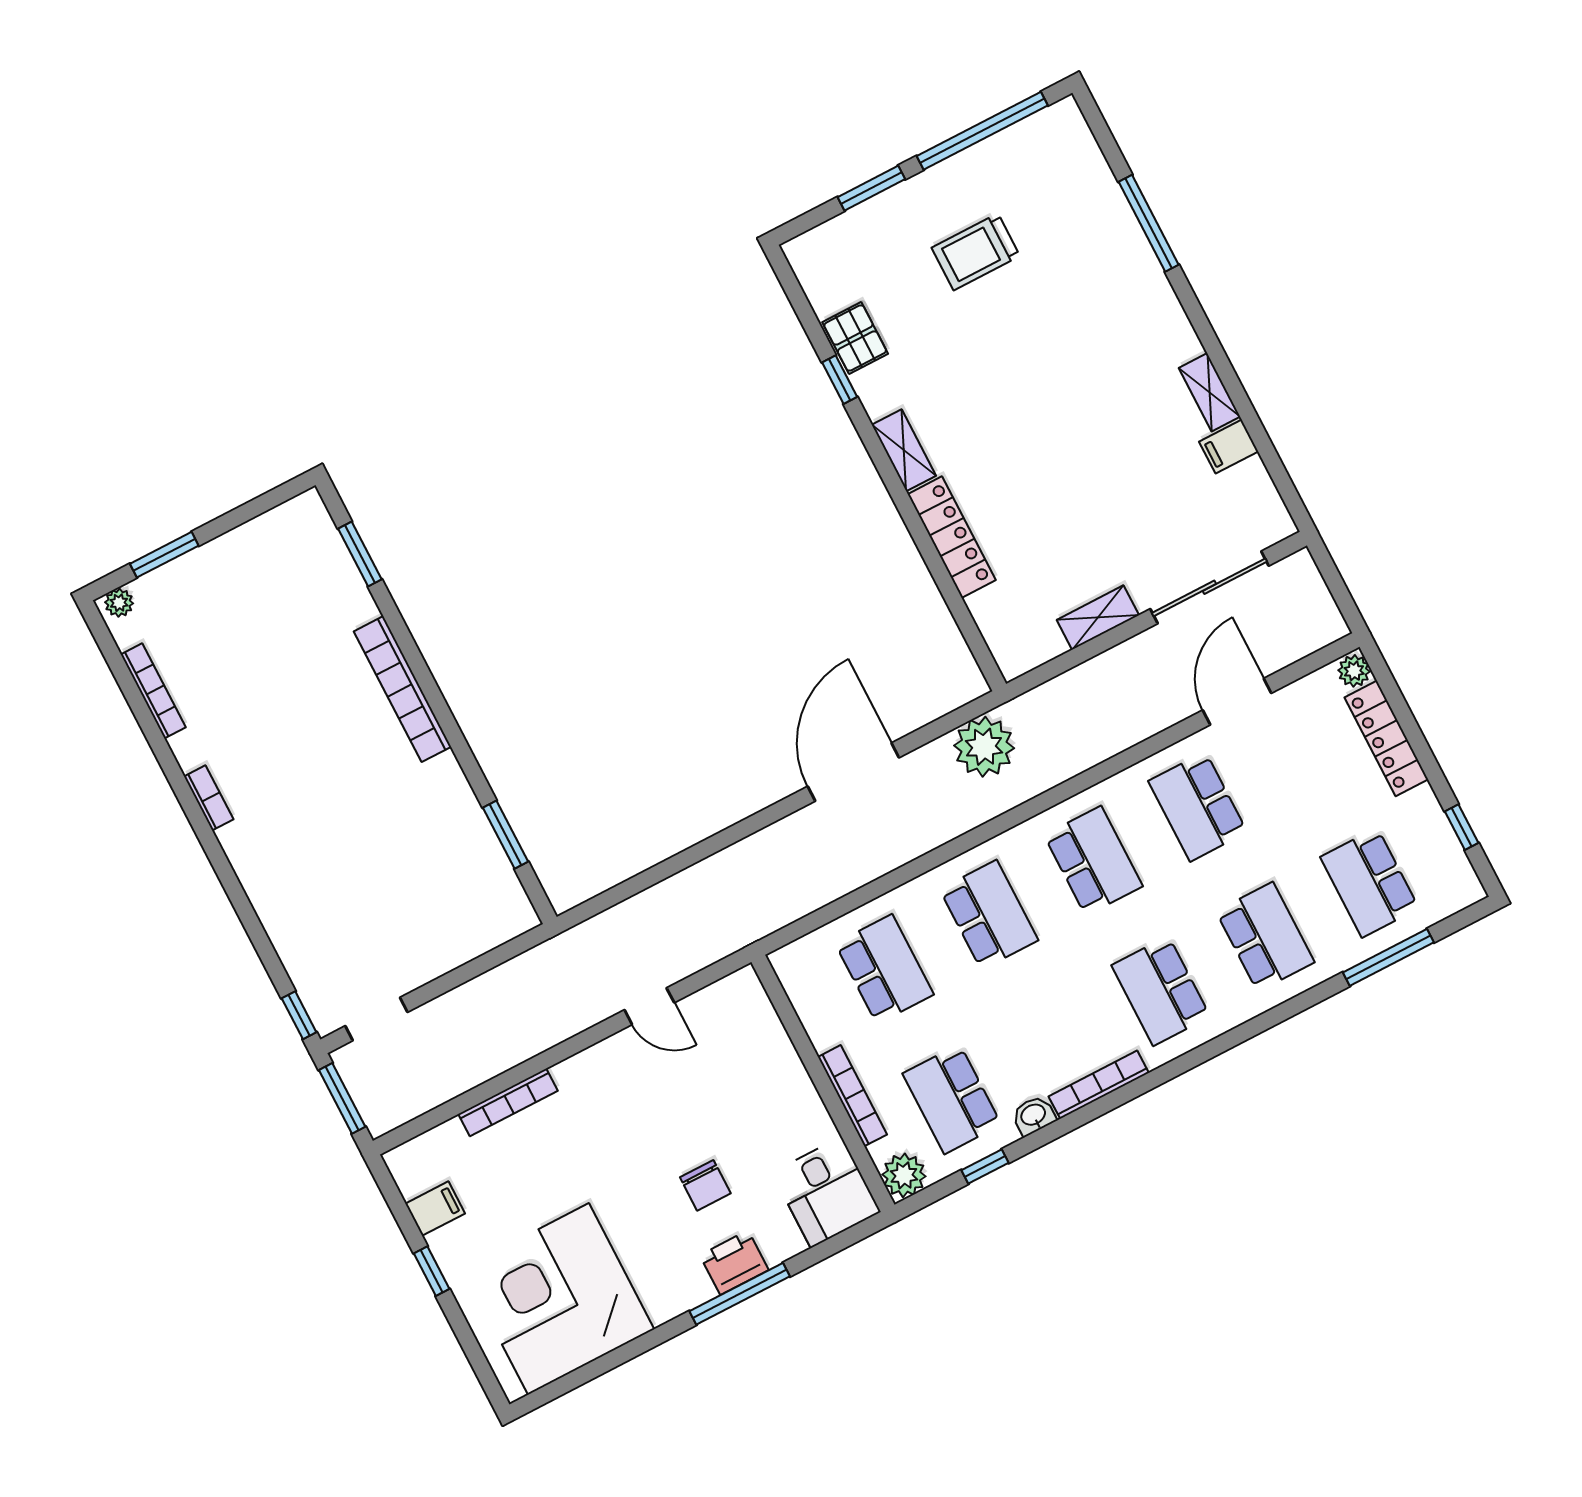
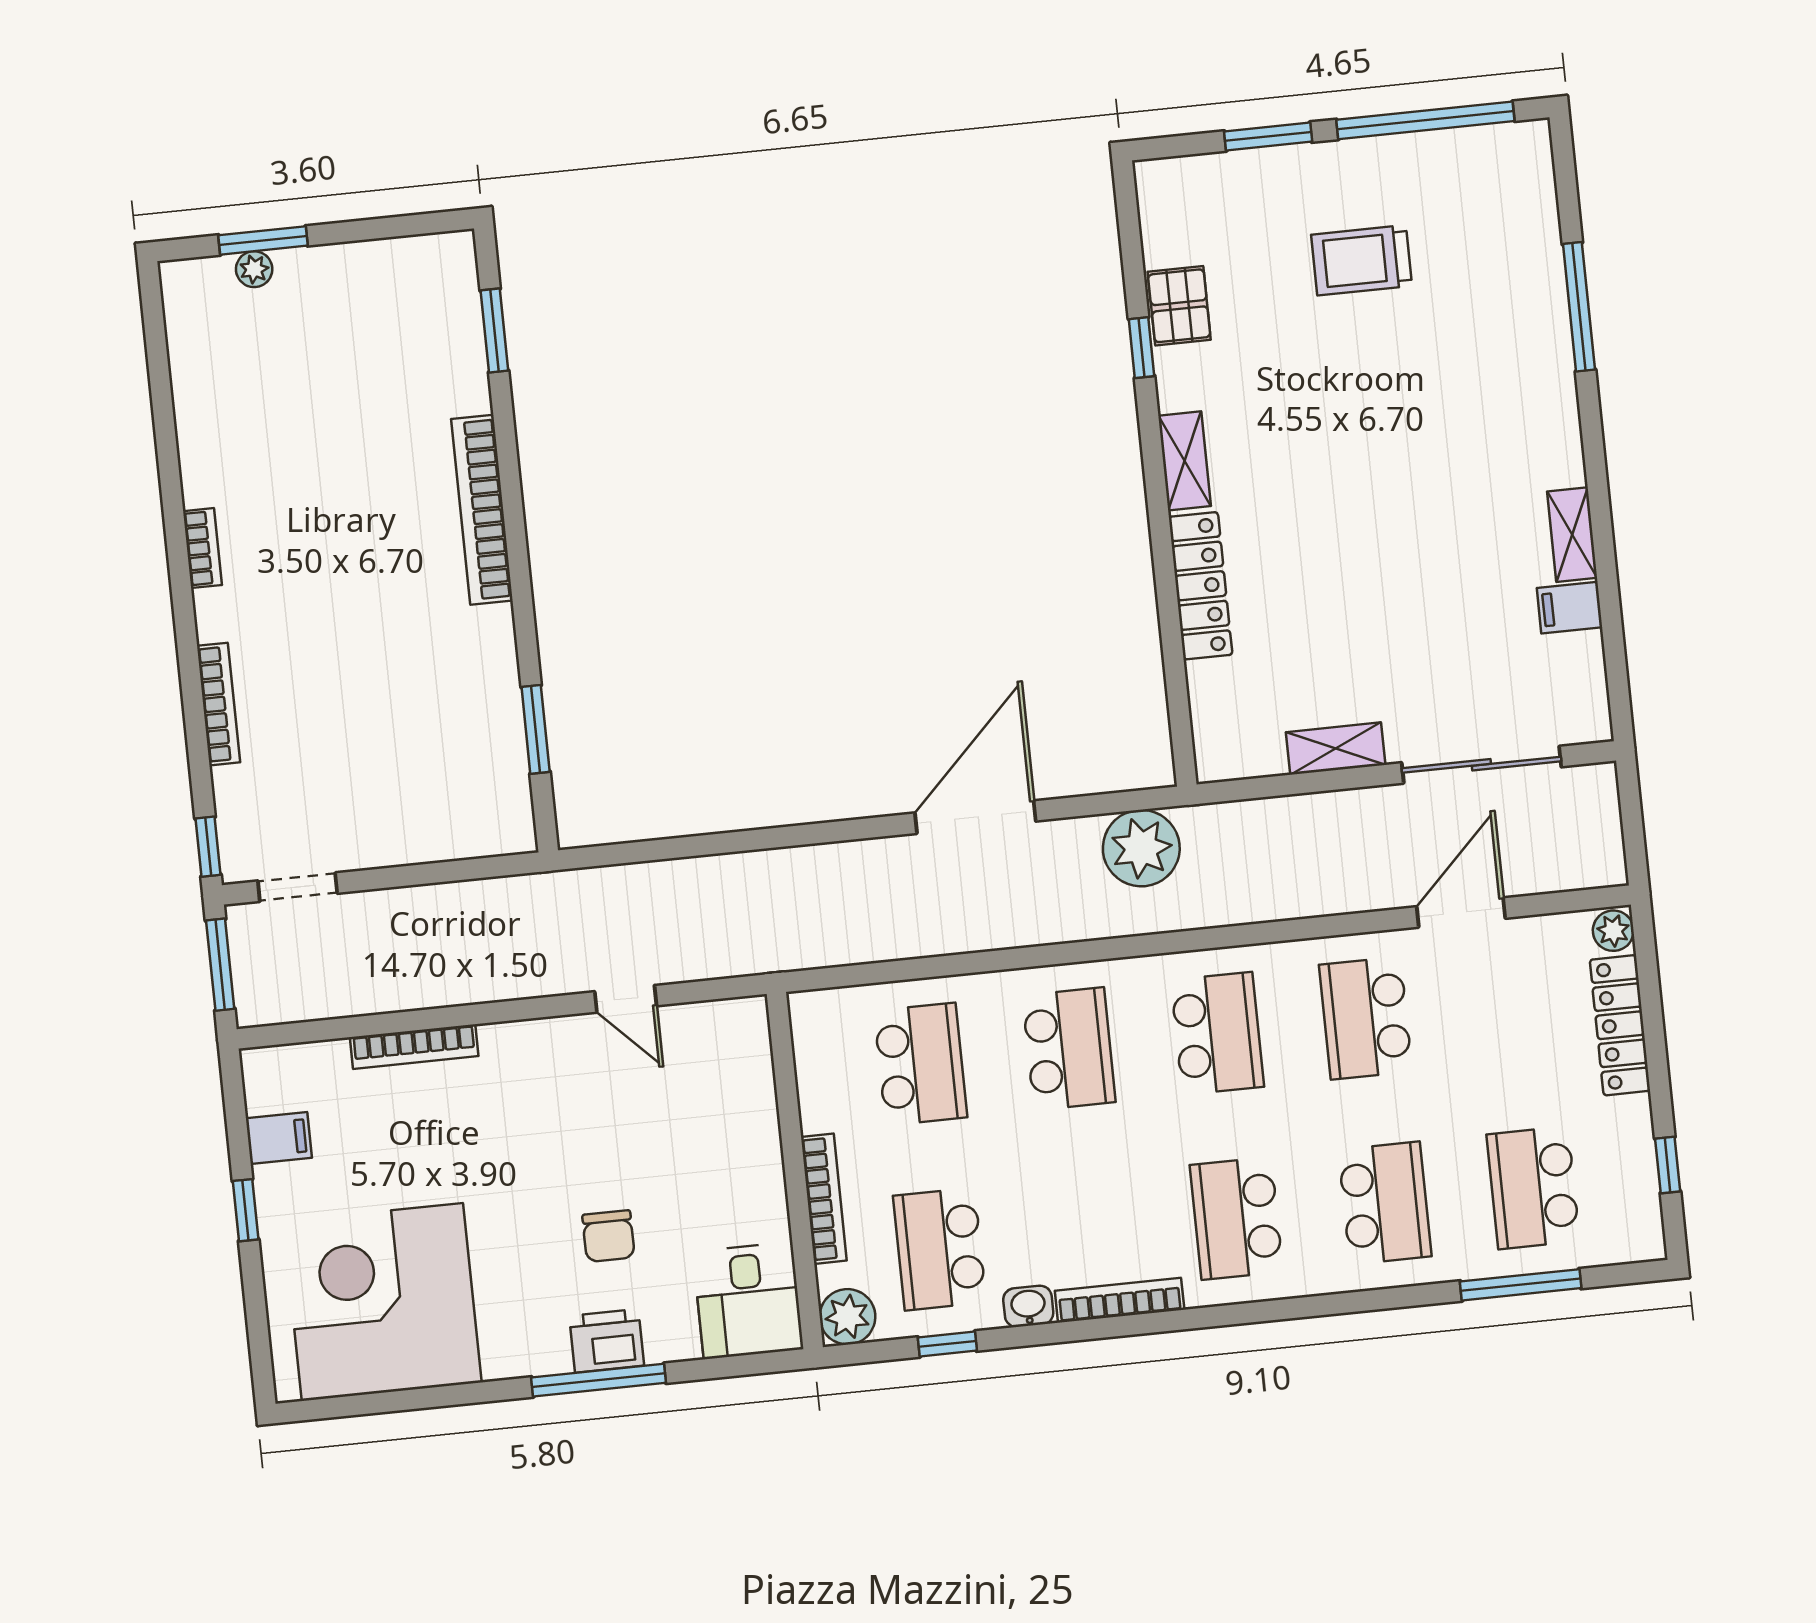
plant: (119, 603) -> (254, 269), moved
bookcase: (153, 691) -> (218, 704), moved

